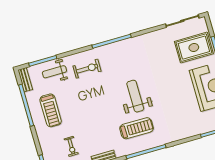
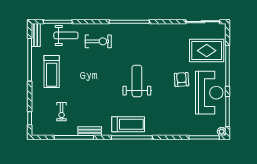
weight bench: (54, 72) -> (66, 35), turned 180
armchair: (178, 82) -> (182, 80), added
treadmill: (137, 128) -> (128, 124), moved

